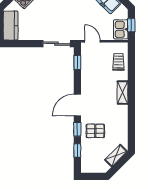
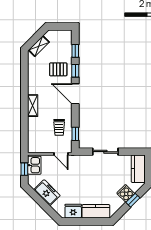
sliding door: (57, 44) -> (105, 152), moved
trolley: (118, 62) -> (59, 127), moved
door: (77, 105) -> (75, 94), swing flipped

